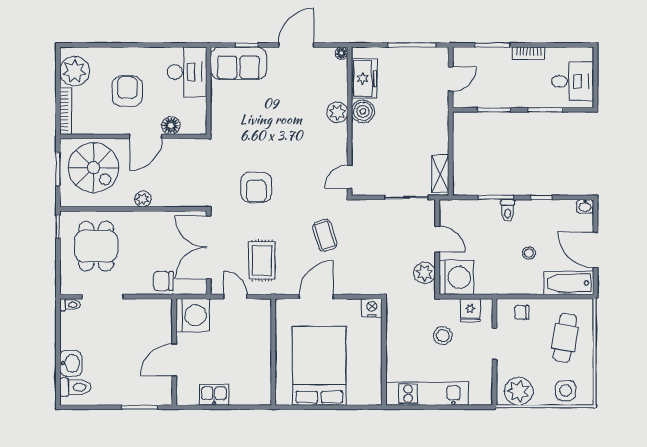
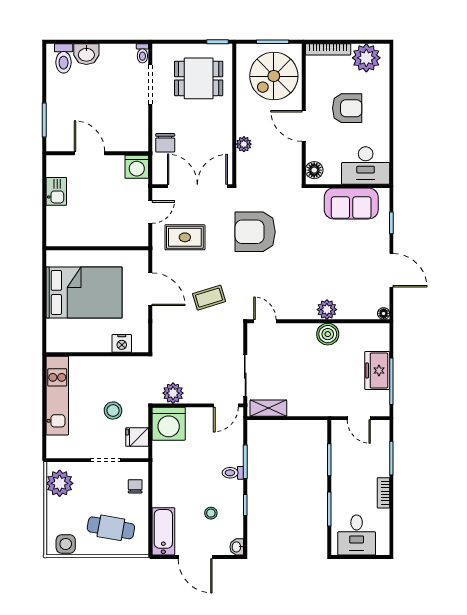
sofa: (238, 63) -> (351, 203), moved, turned -90
freezer: (364, 79) -> (377, 371), moved, turned 90
floor lamp: (171, 126) -> (314, 170), moved
armchair: (256, 187) -> (255, 232), width x1.36, depth x1.36
plant: (143, 199) -> (244, 144), moved
door: (437, 239) -> (226, 405), moved
door: (595, 250) -> (195, 557), swing flipped
stool: (529, 253) -> (211, 513), moved
chair: (163, 281) -> (165, 143), turned 180
nightstand: (372, 308) -> (122, 343), moved, turned 90
washing machine: (193, 315) -> (137, 167), width x0.73, depth x0.73
side table: (566, 390) -> (66, 544), moved

